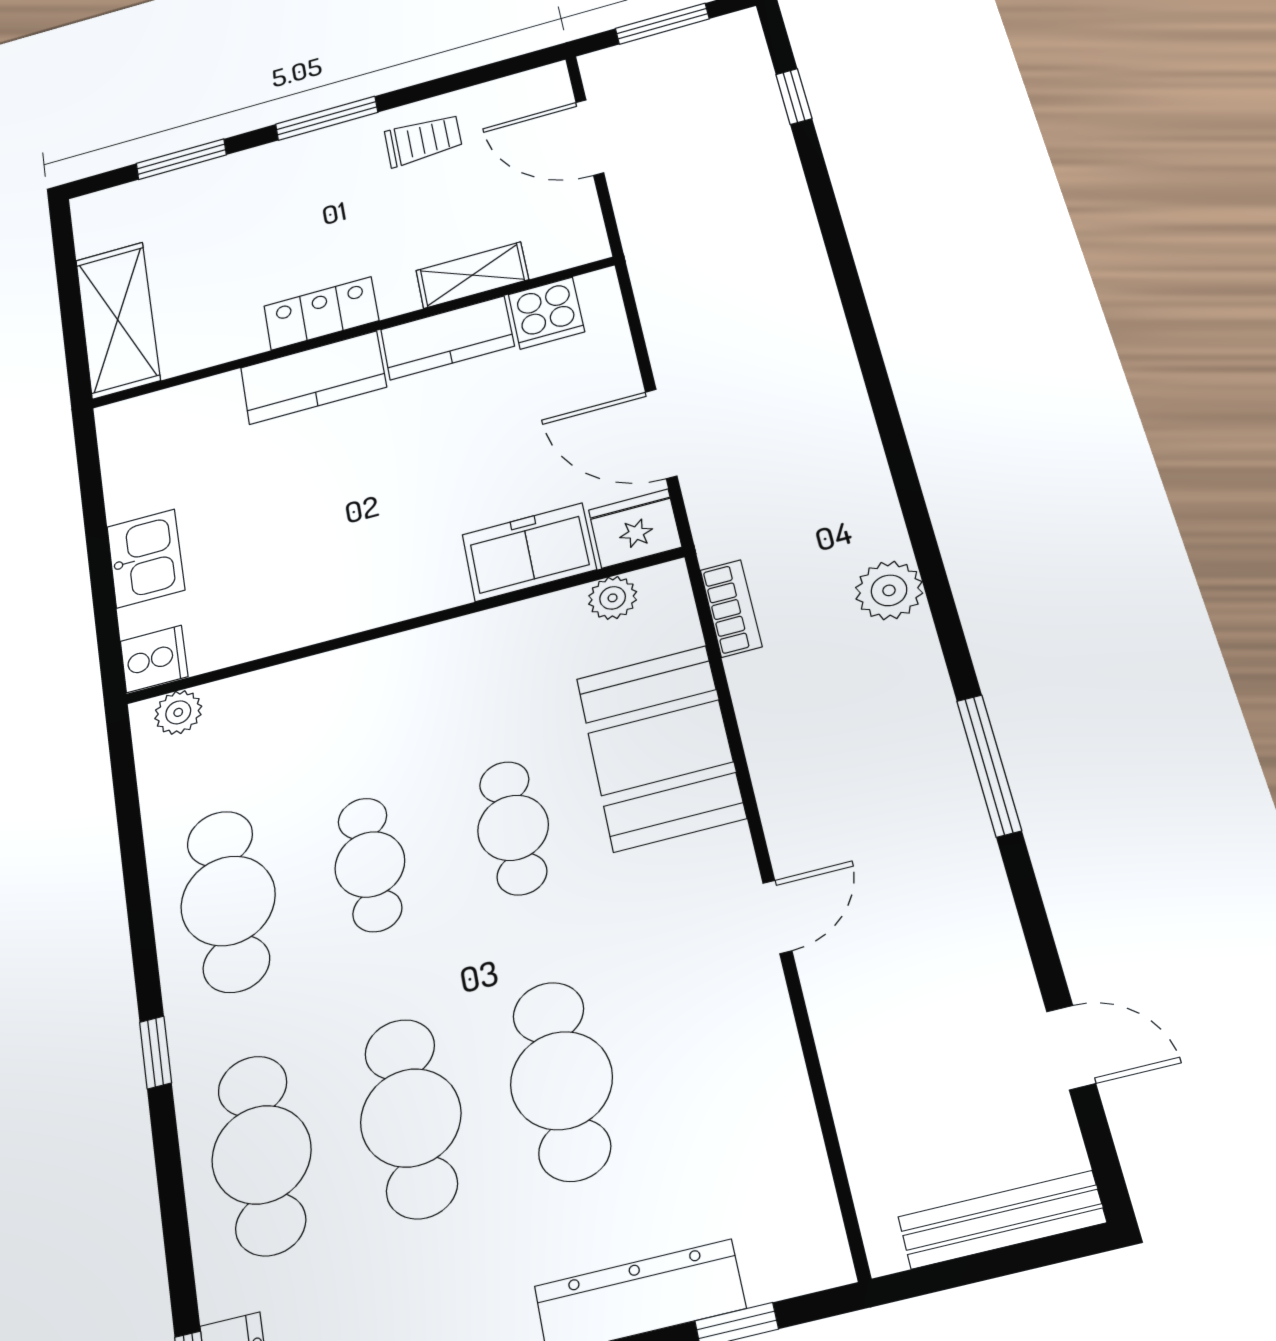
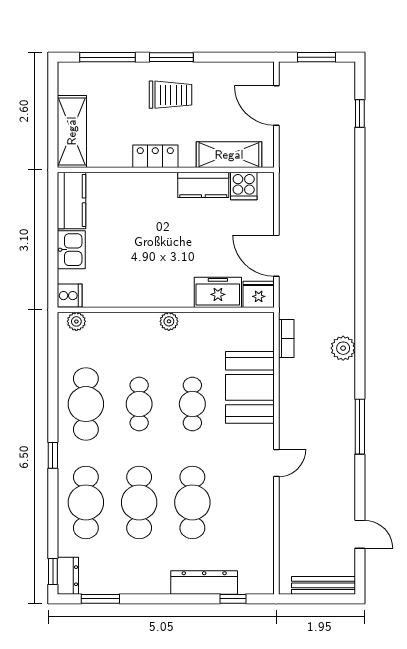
trolley: (423, 140) -> (170, 95), moved, width x1.36, depth x1.39
window: (181, 159) -> (108, 57), width x1.44
shelving: (472, 275) -> (229, 155), width x1.50, depth x1.33
kitchen counter: (313, 377) -> (72, 200), moved, turned -90
plant: (613, 598) -> (169, 321), moved

